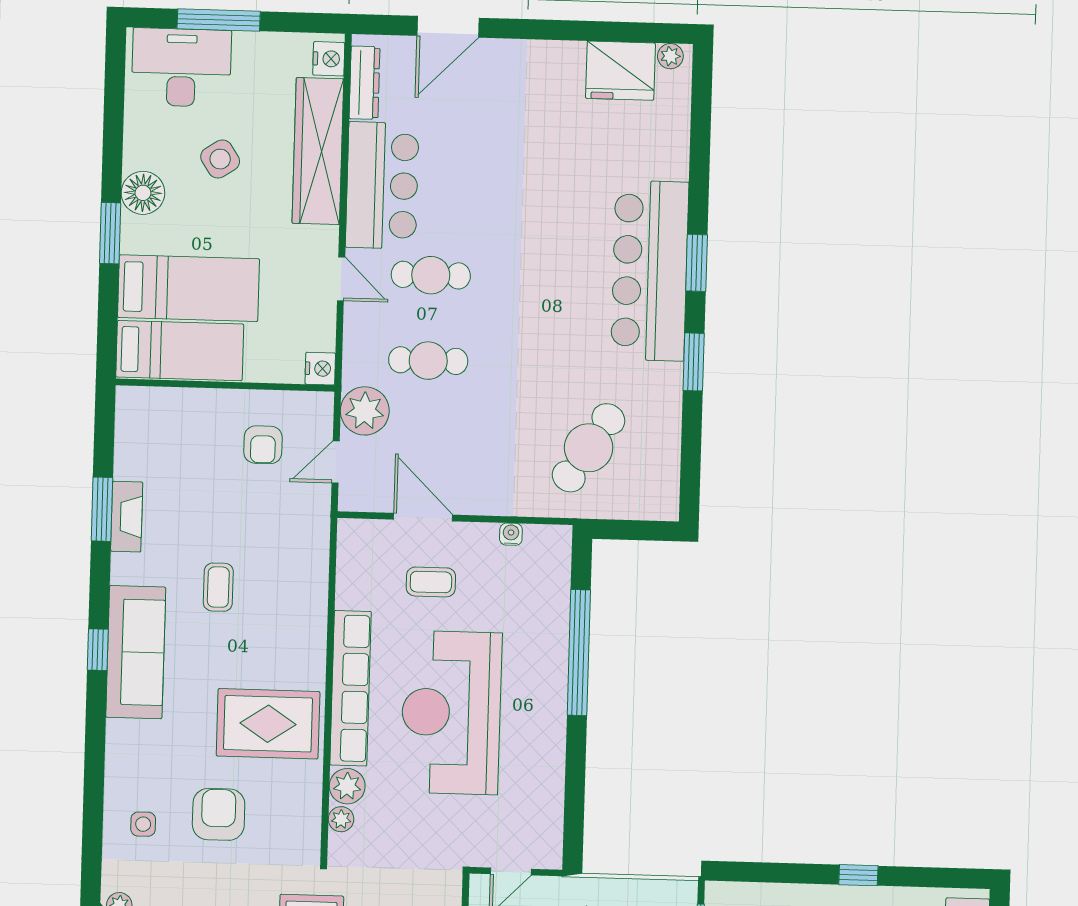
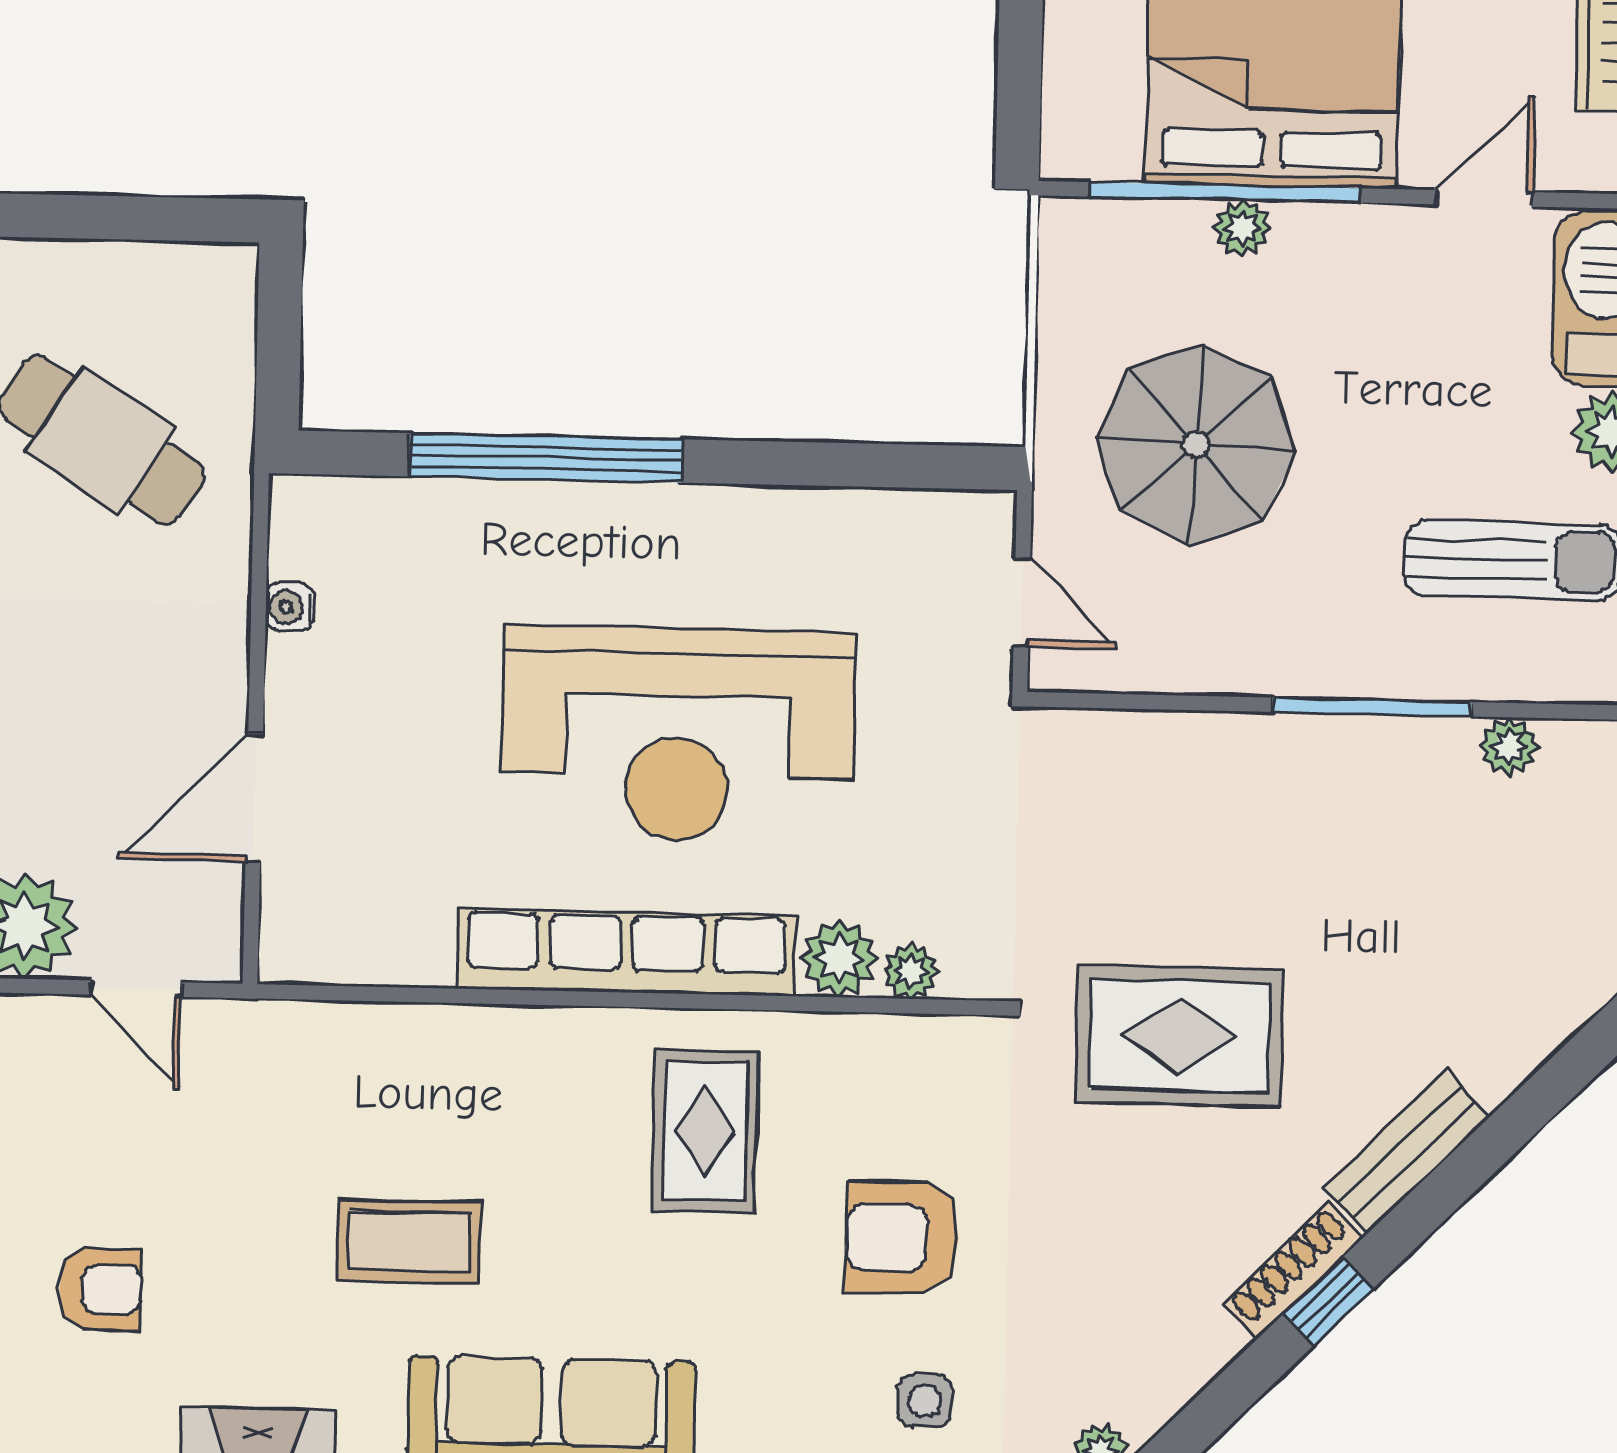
armchair: (263, 445) -> (100, 1289), moved
coffee table: (431, 582) -> (395, 780), removed
coffee table: (218, 587) -> (409, 1241), width x1.36, depth x1.30
rug: (268, 724) -> (705, 1131), width x0.73, depth x0.70

